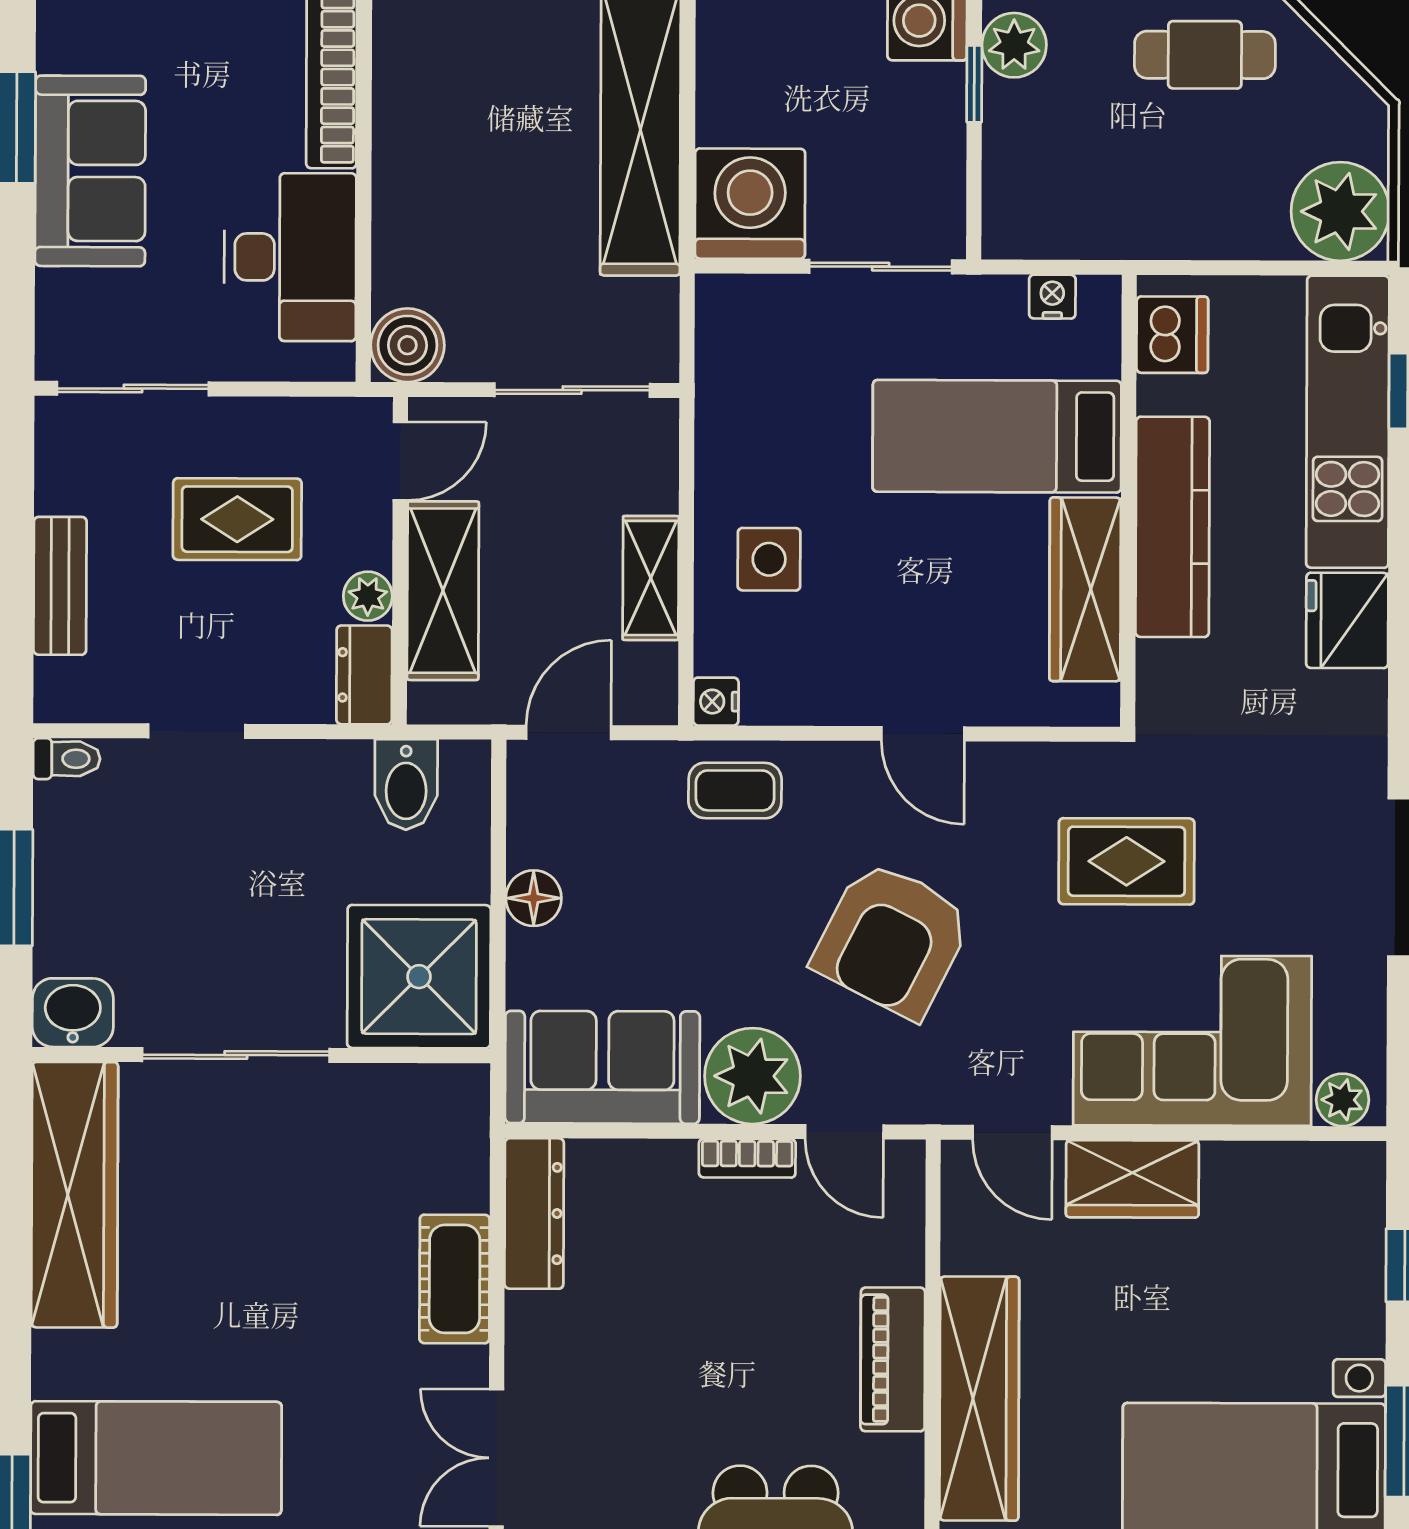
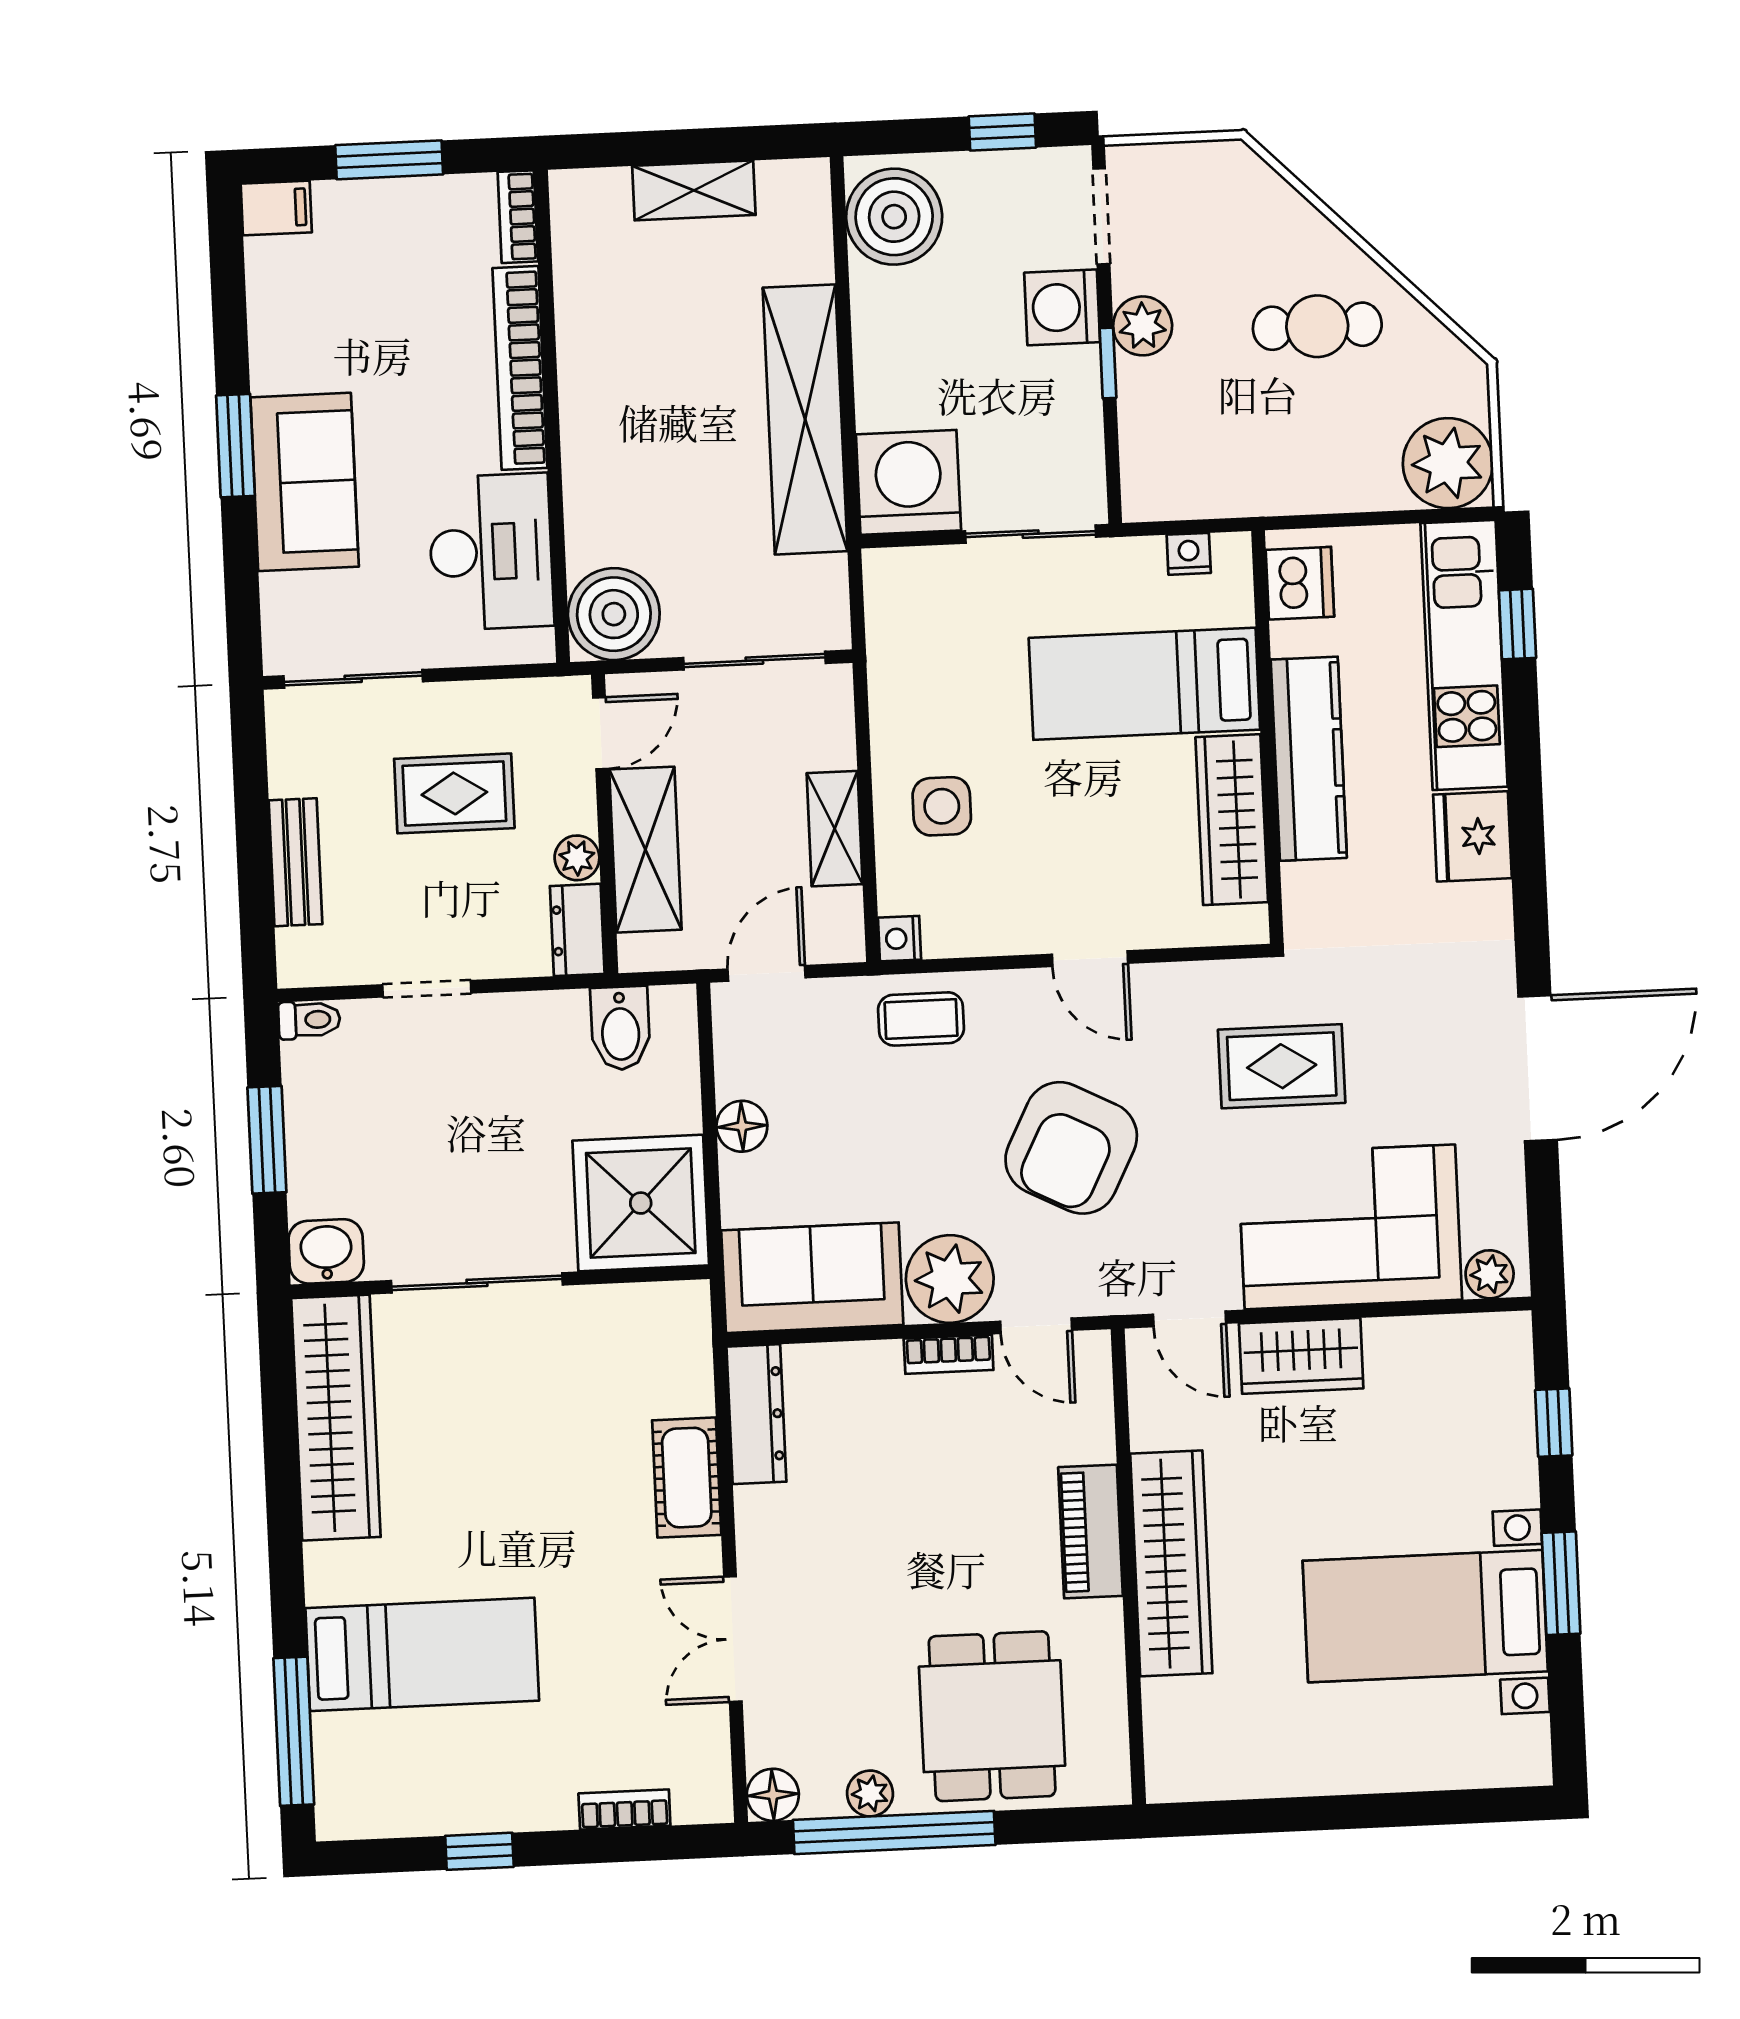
boiler: (408, 345) -> (614, 614), width x1.37, depth x1.37

